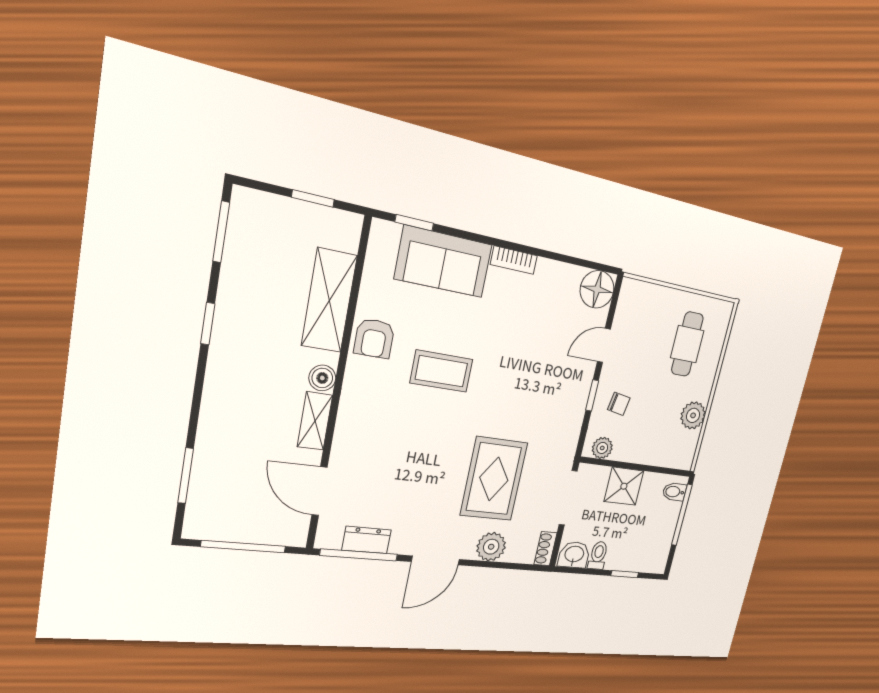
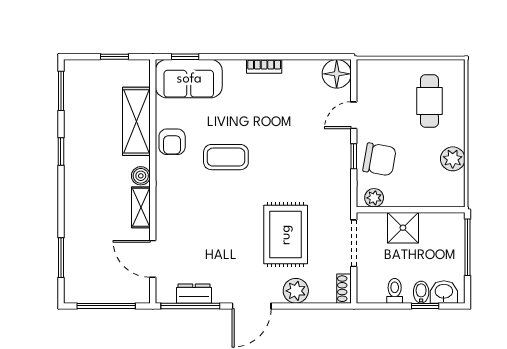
sofa: (444, 262) -> (189, 79), moved
chair: (619, 404) -> (379, 159), width x1.87, depth x1.87
bidet: (674, 492) -> (421, 292), moved, turned 90
washbasin: (574, 555) -> (444, 292), moved

